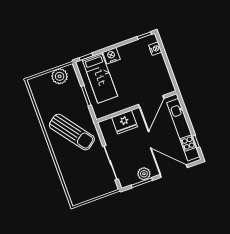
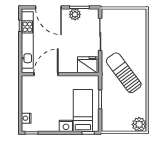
plant: (60, 76) -> (139, 124), moved
fridge: (125, 122) -> (87, 65), moved

